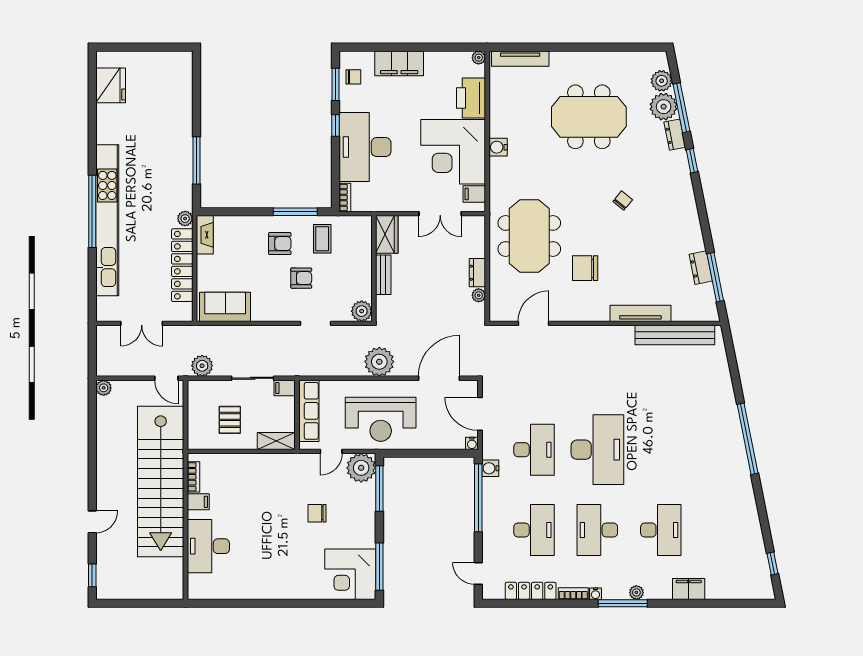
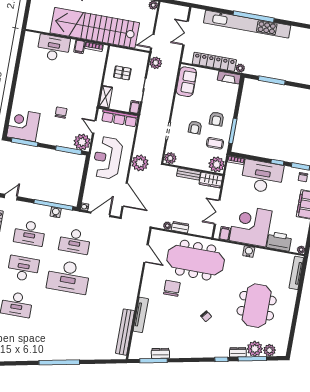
plant: (358, 229) -> (217, 164), added
meeting table: (529, 236) -> (196, 260), width x1.36
water cooler: (490, 468) -> (56, 212), moved

